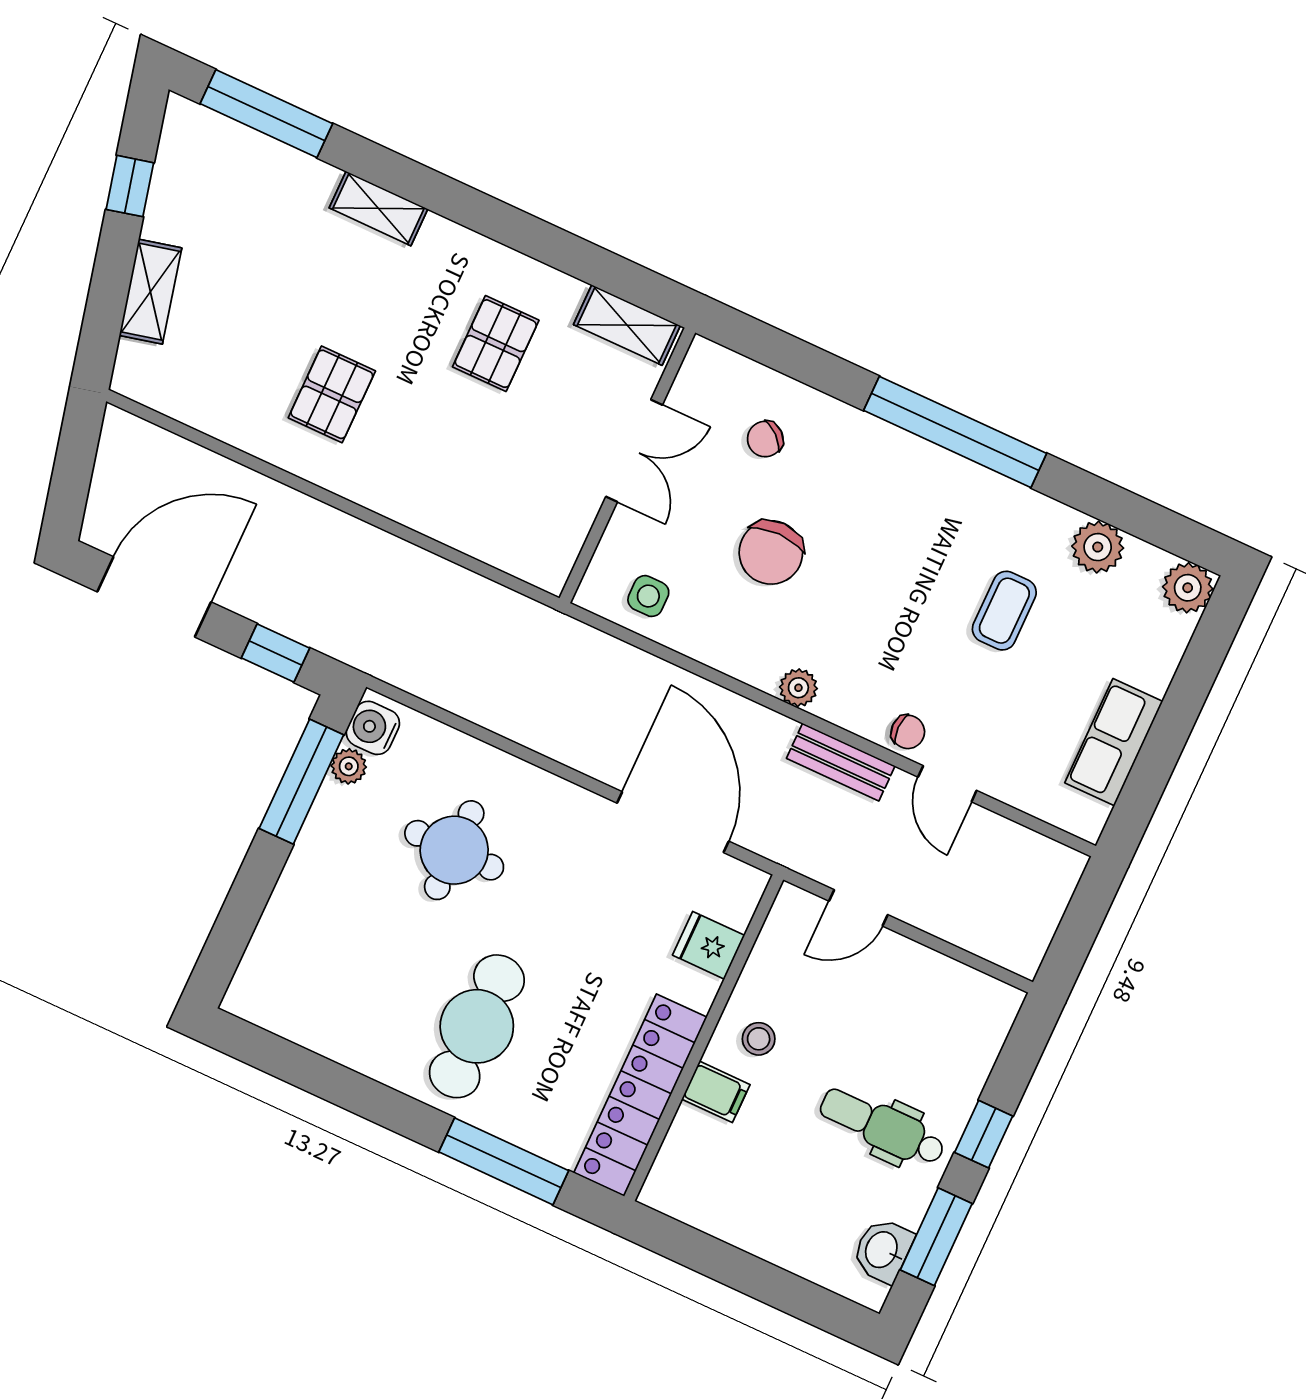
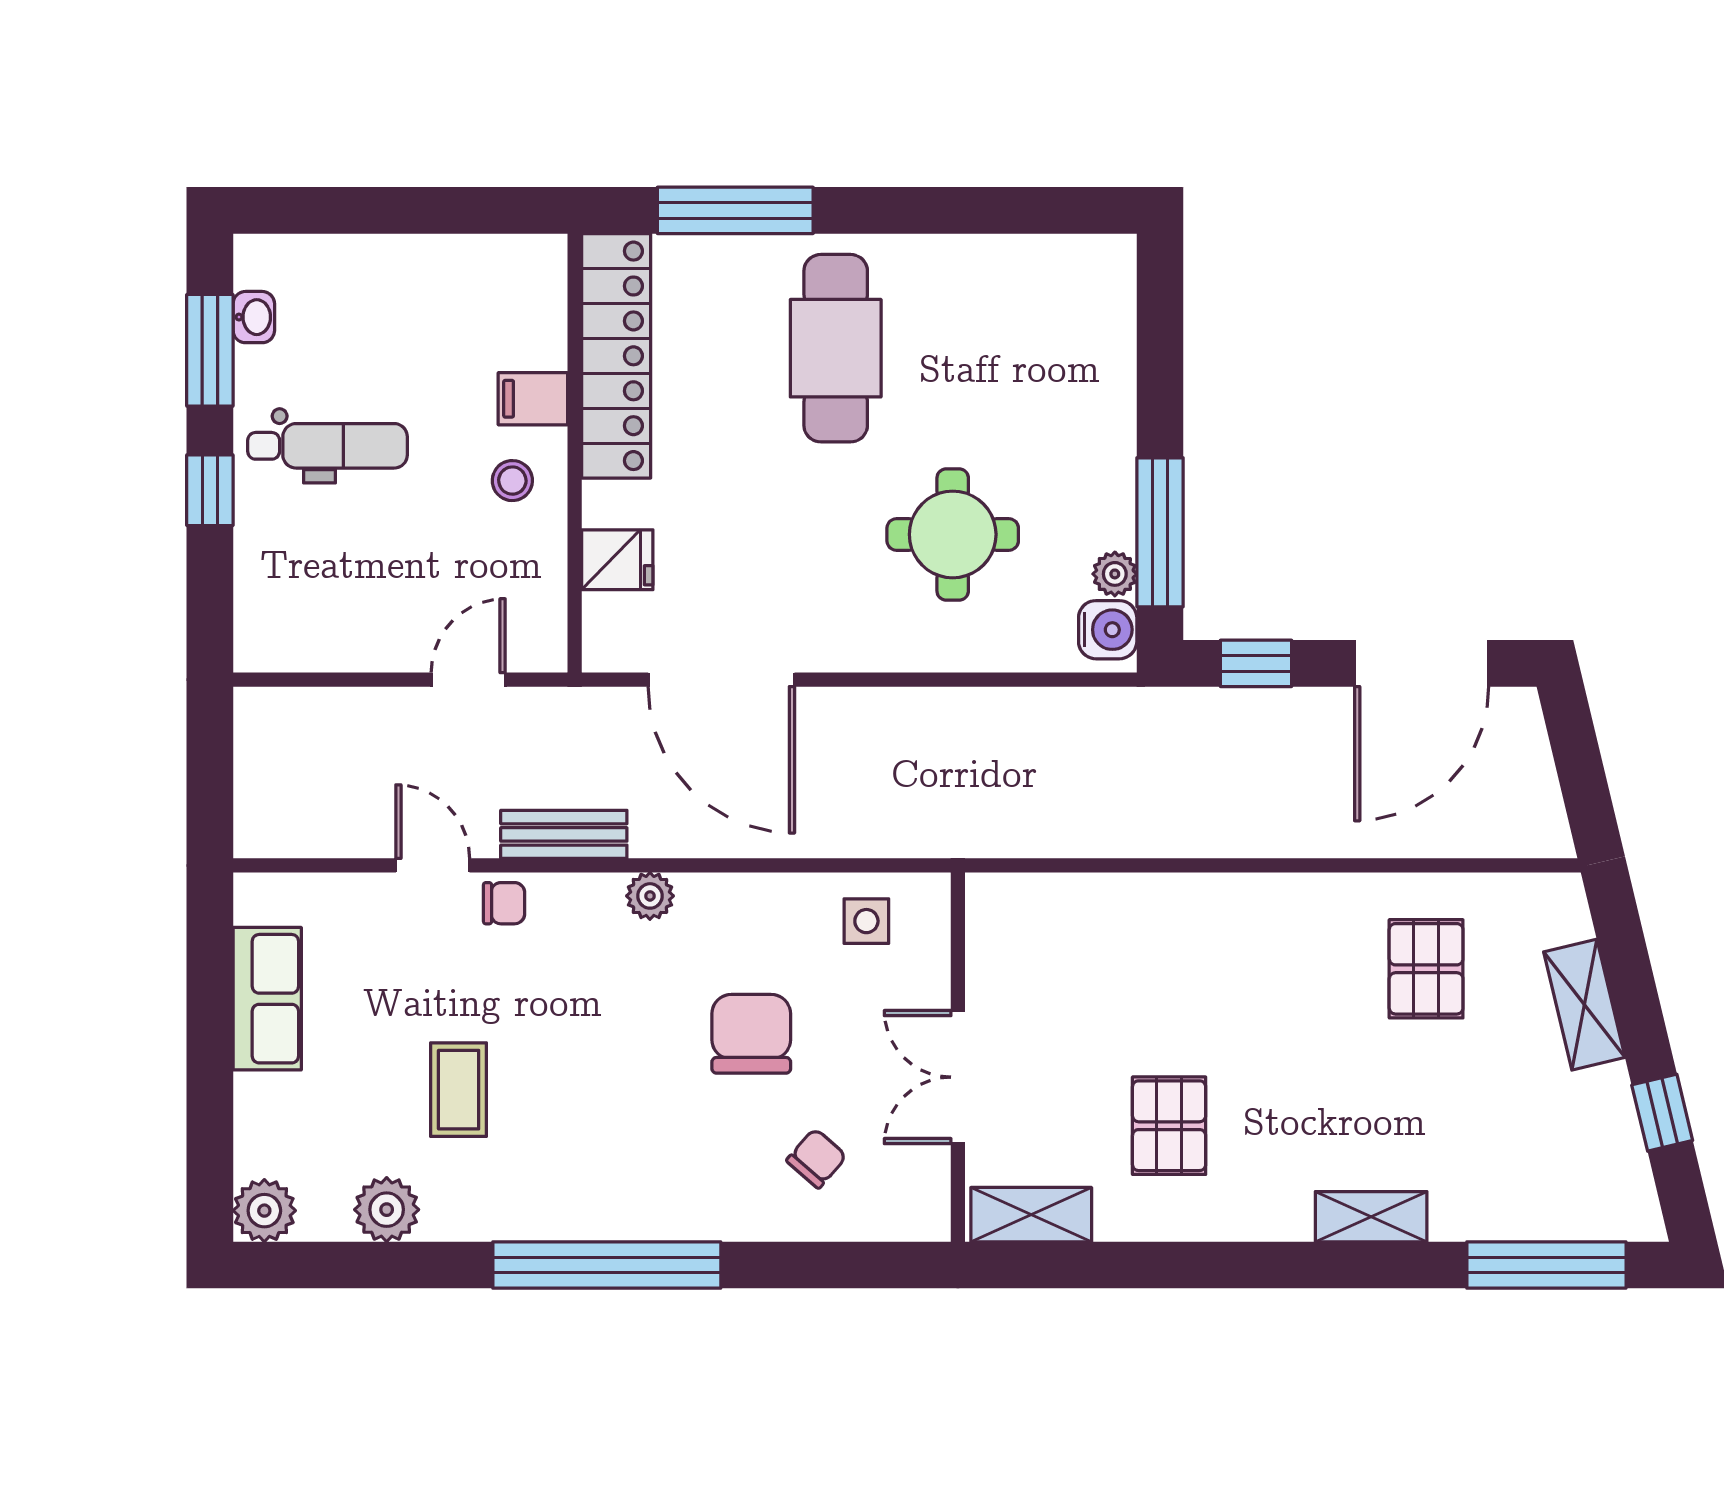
pallet: (332, 394) -> (1426, 969), moved
chair: (908, 732) -> (504, 903), turned 180
washbasin: (883, 1250) -> (254, 317), width x0.72, depth x0.69

